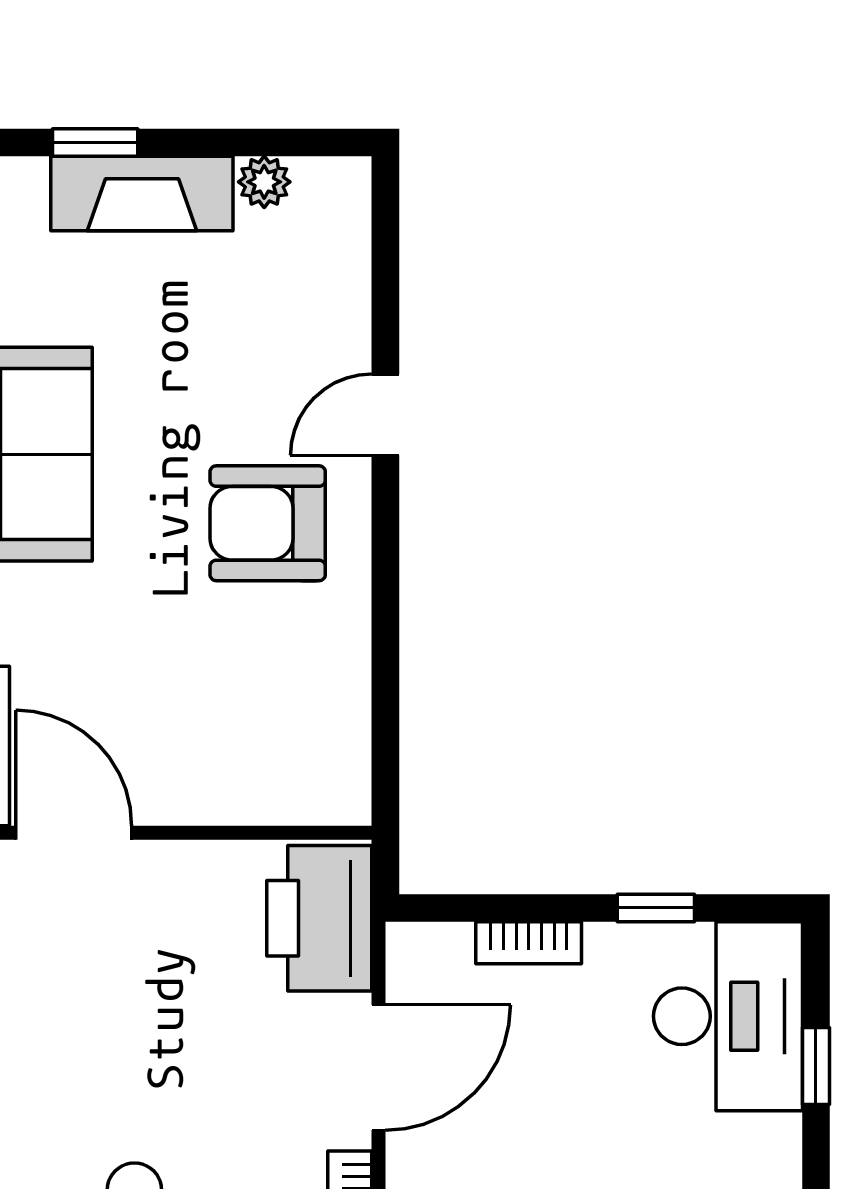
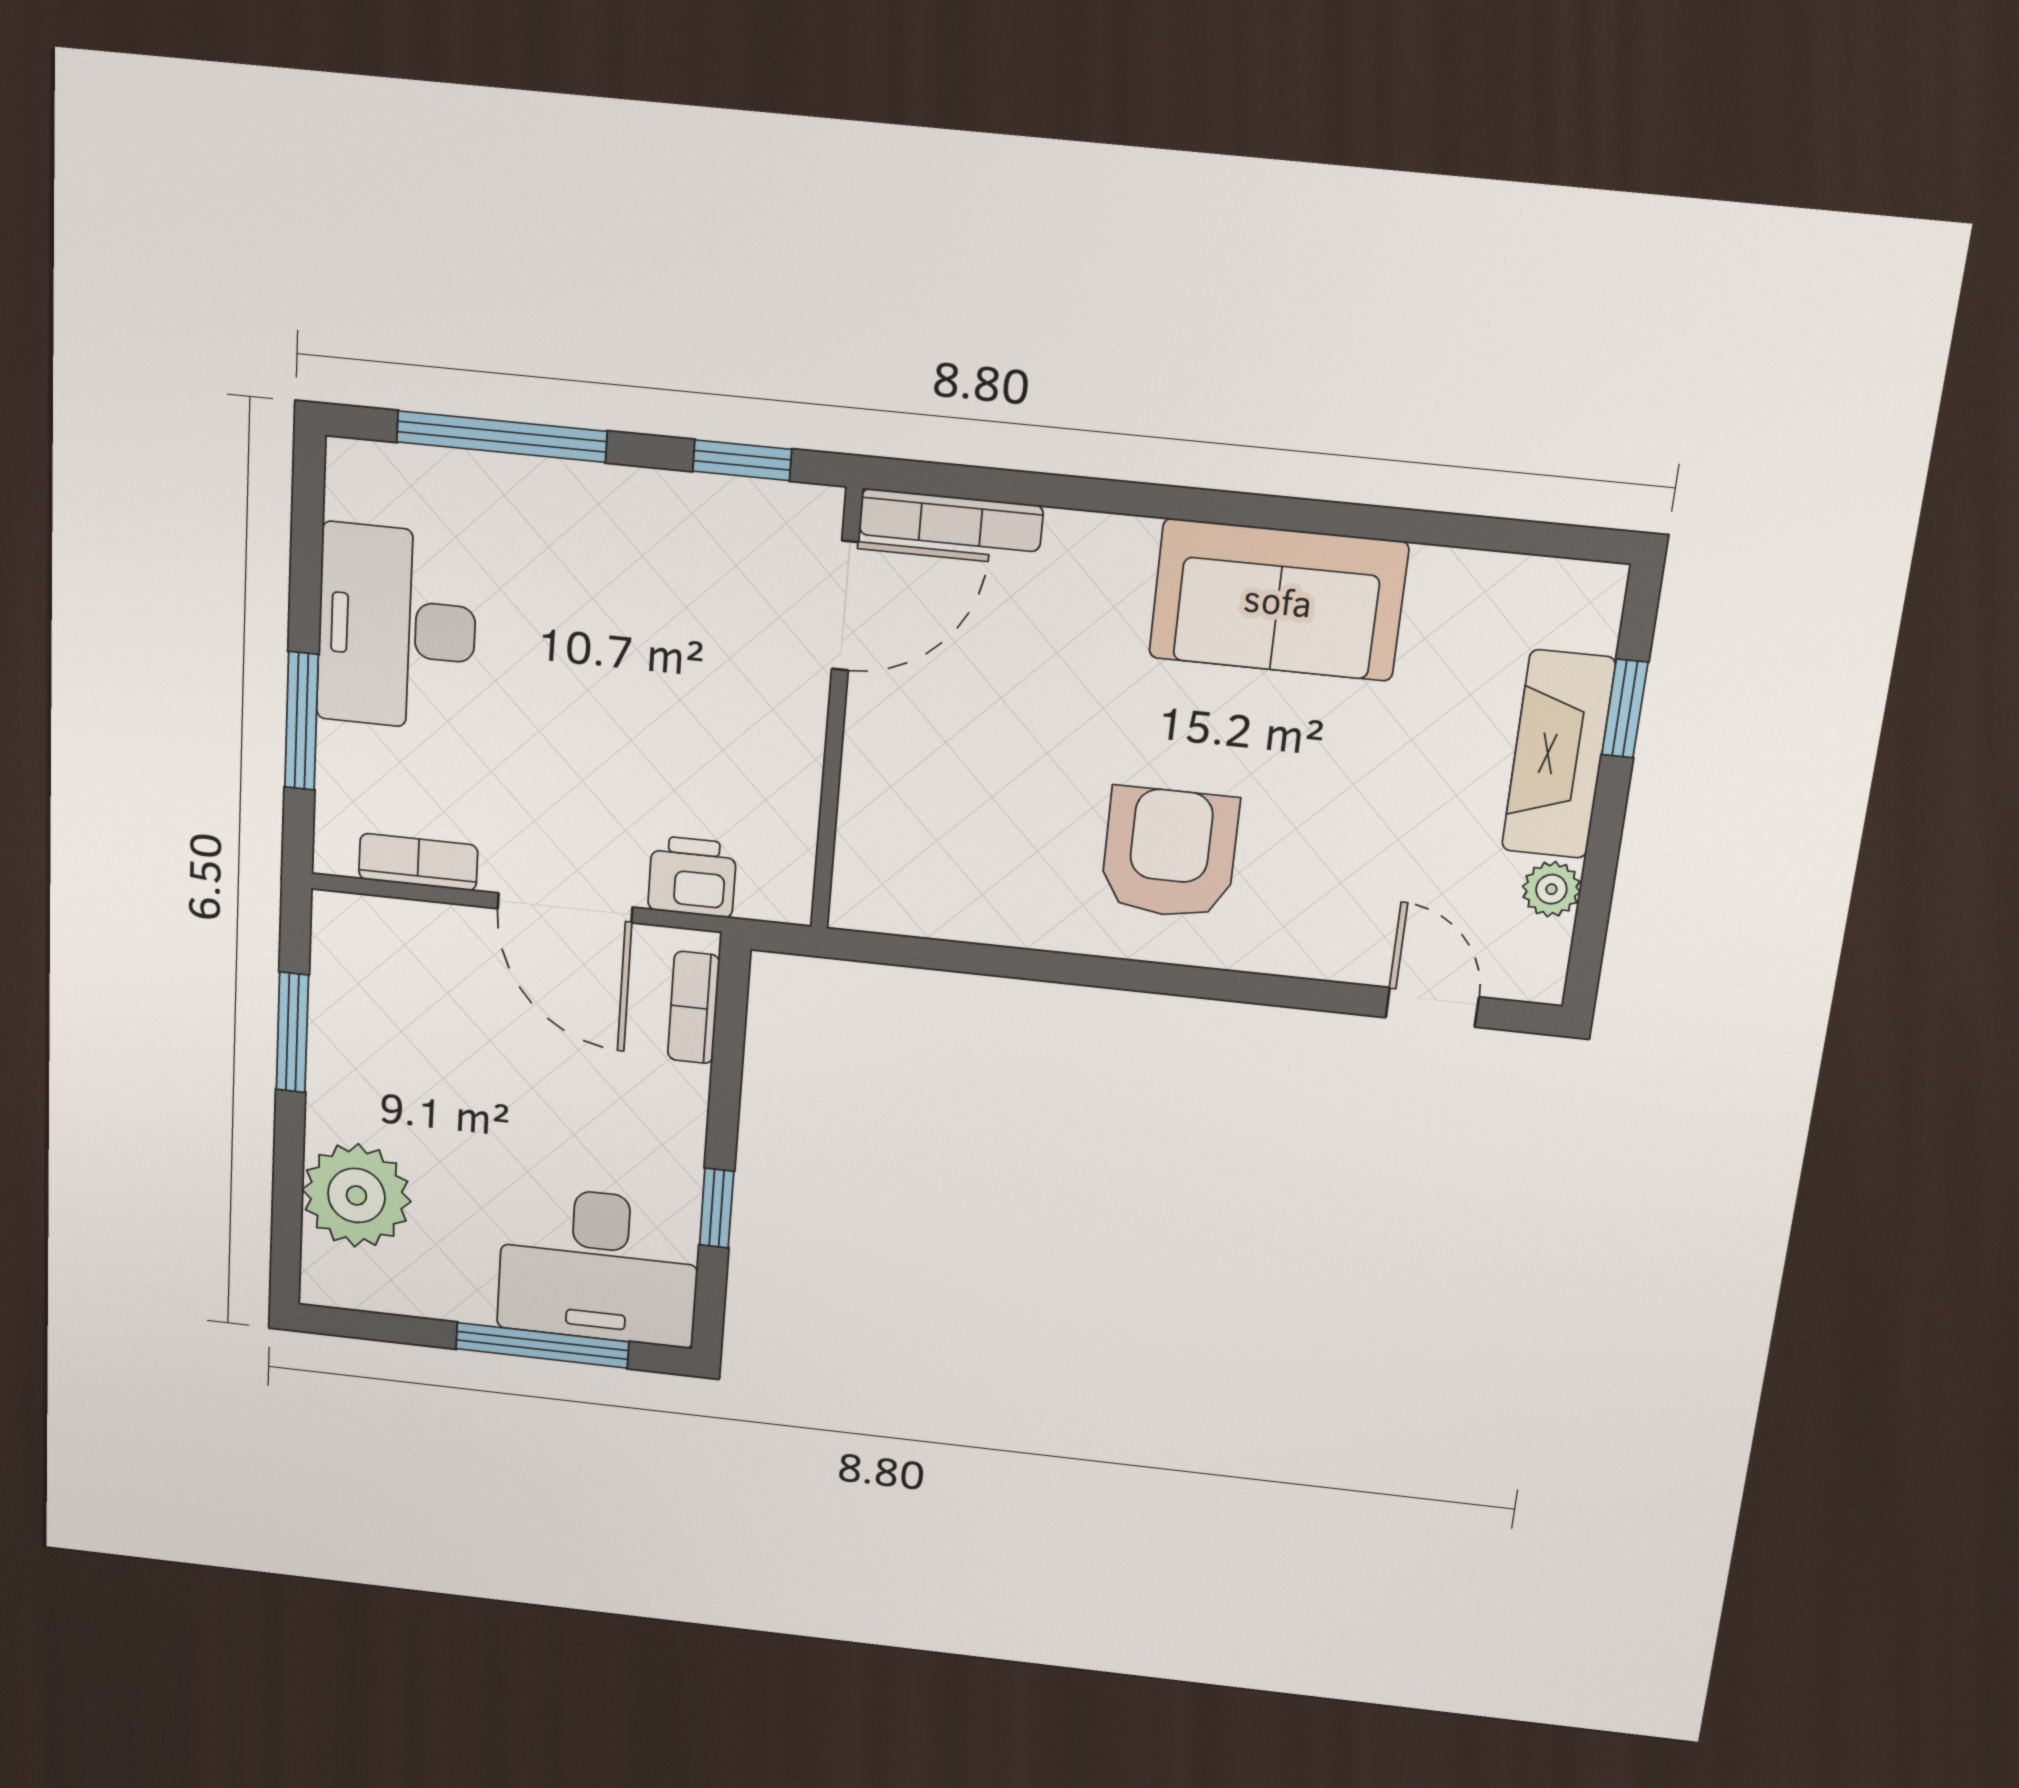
door: (385, 415) -> (1432, 1007), moved
printer: (319, 918) -> (692, 877), width x0.53, depth x0.68
bookcase: (529, 943) -> (694, 1008), moved
window: (816, 1066) -> (542, 1345), width x2.17

